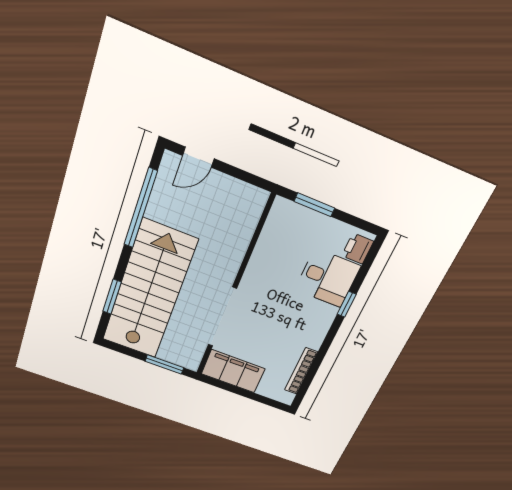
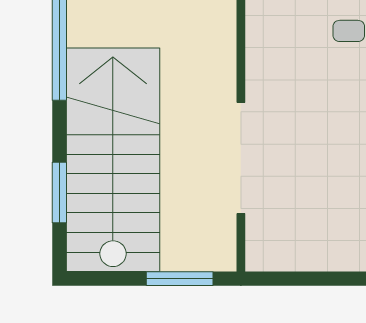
filing cabinet: (233, 371) -> (295, 246), removed

